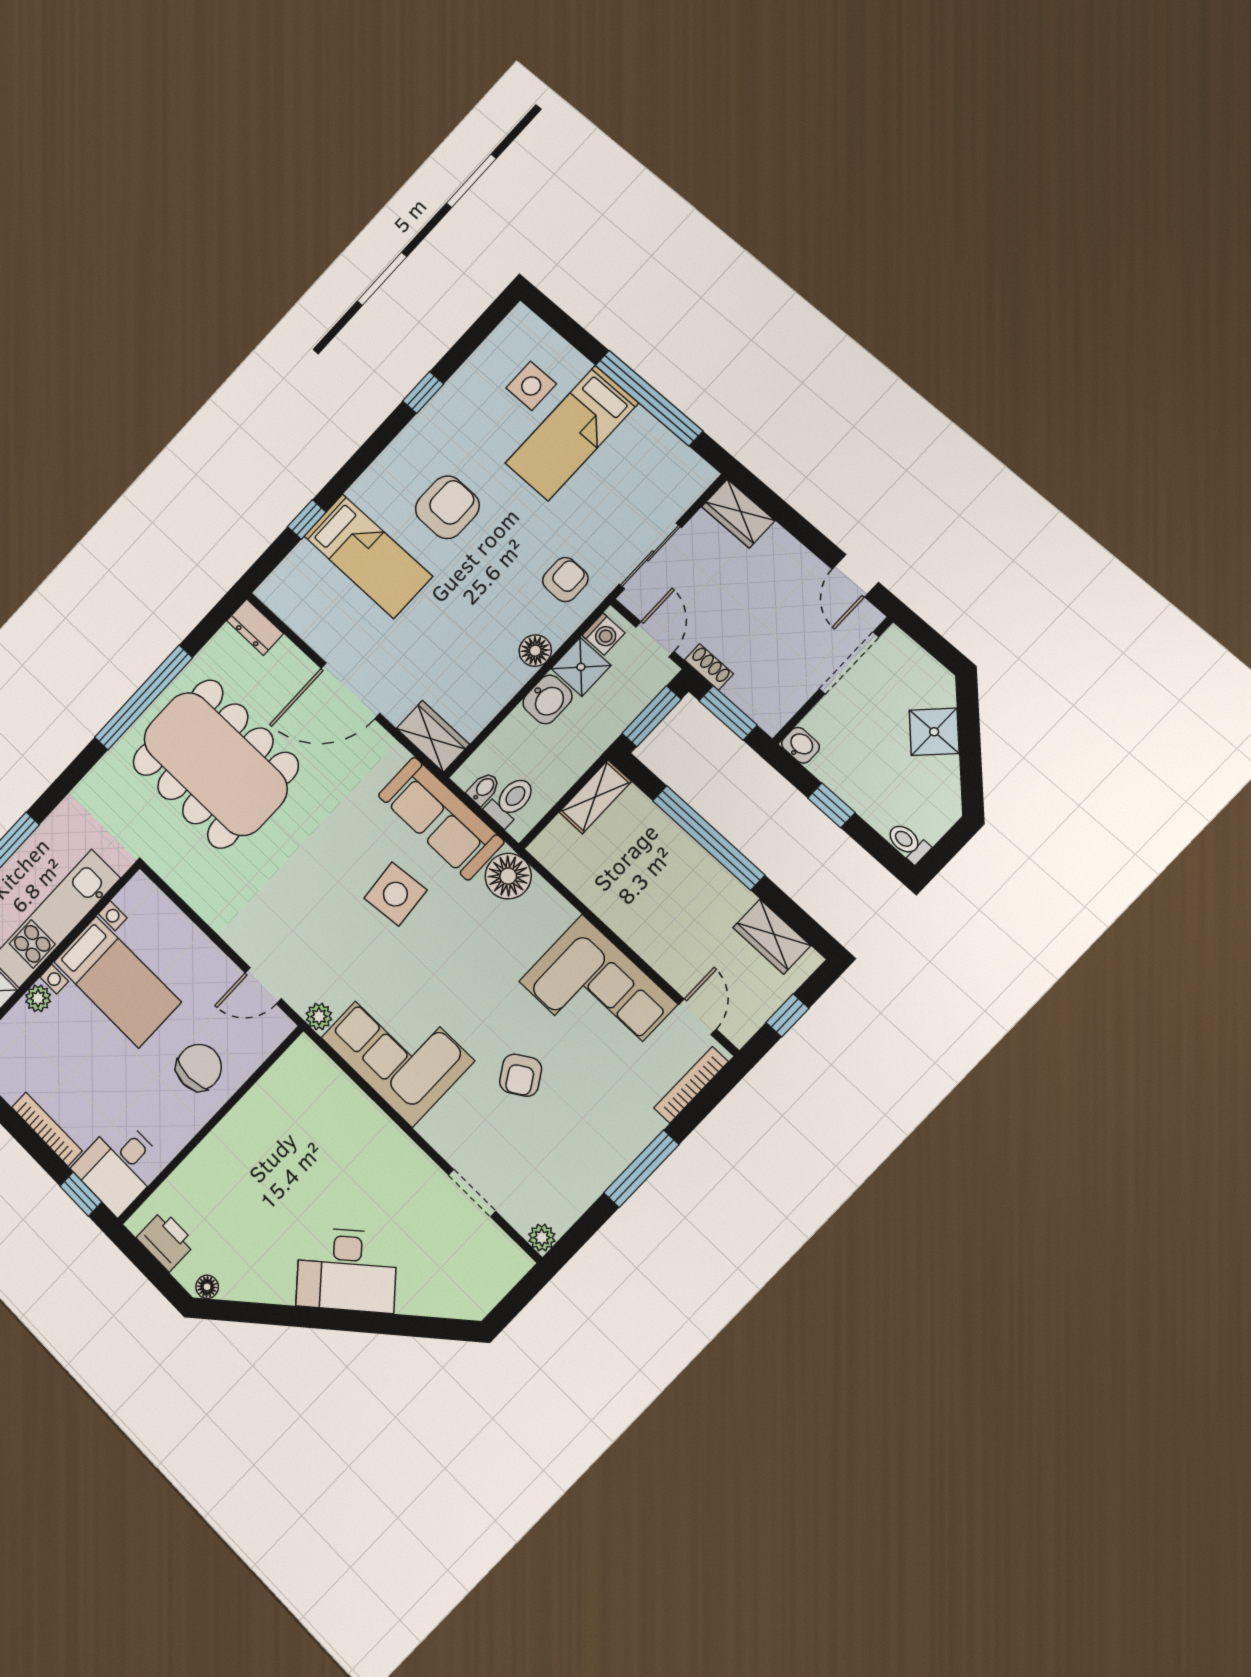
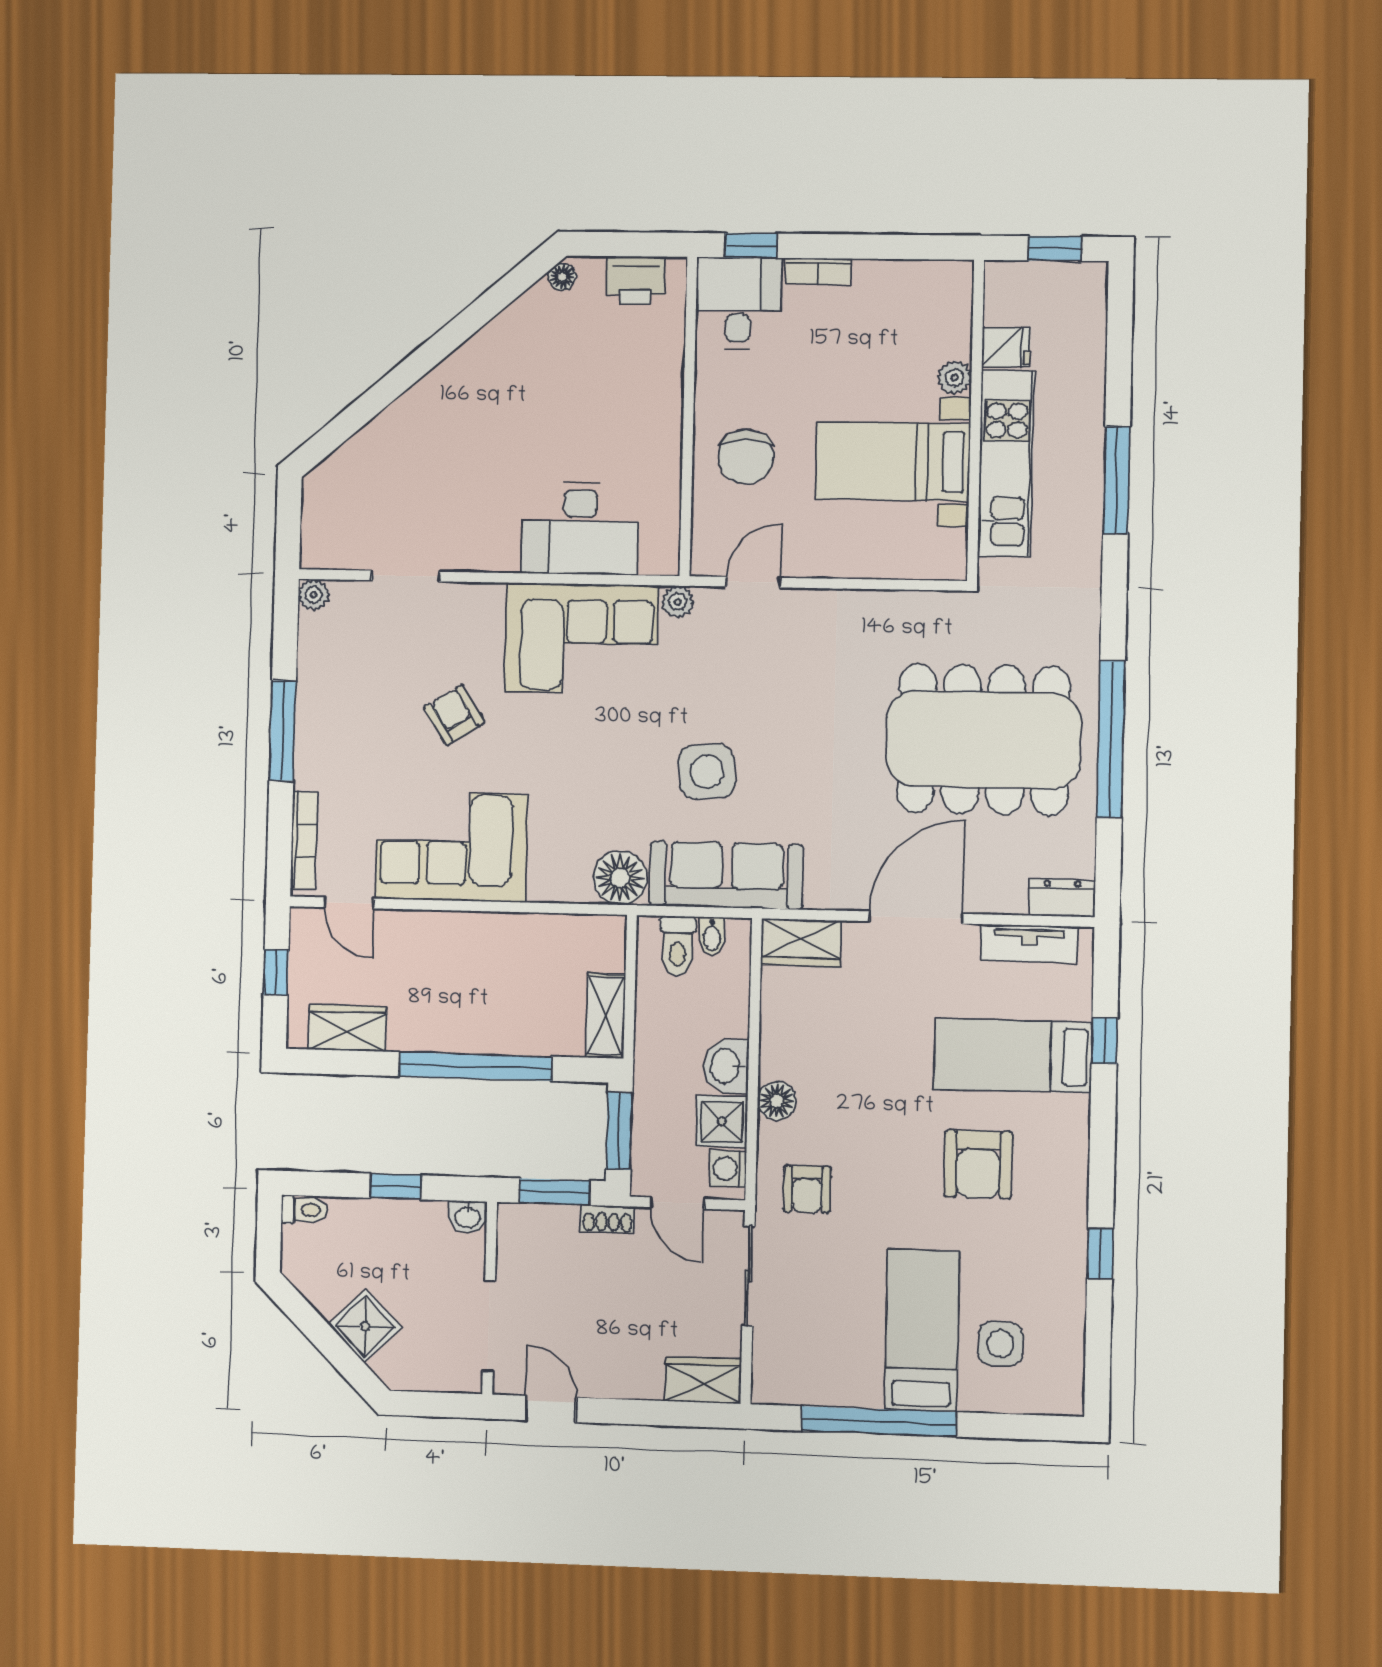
tv unit: (298, 616) -> (1029, 944), added
bookcase: (47, 1129) -> (818, 271), width x0.64
desk: (347, 1270) -> (580, 528), moved, turned -139

